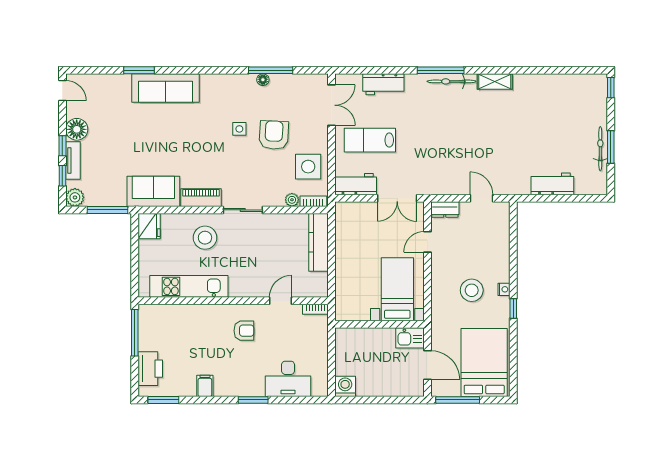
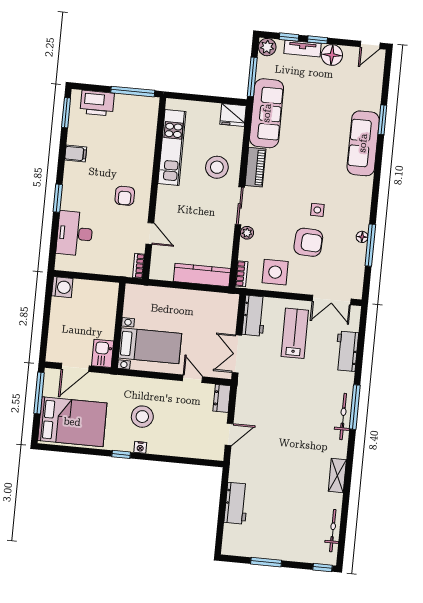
shelving: (495, 82) -> (337, 476), moved
bicycle: (600, 149) -> (333, 531), moved, turned -90
sofa: (153, 191) -> (267, 113), width x1.36
plant: (292, 200) -> (247, 233), moved

